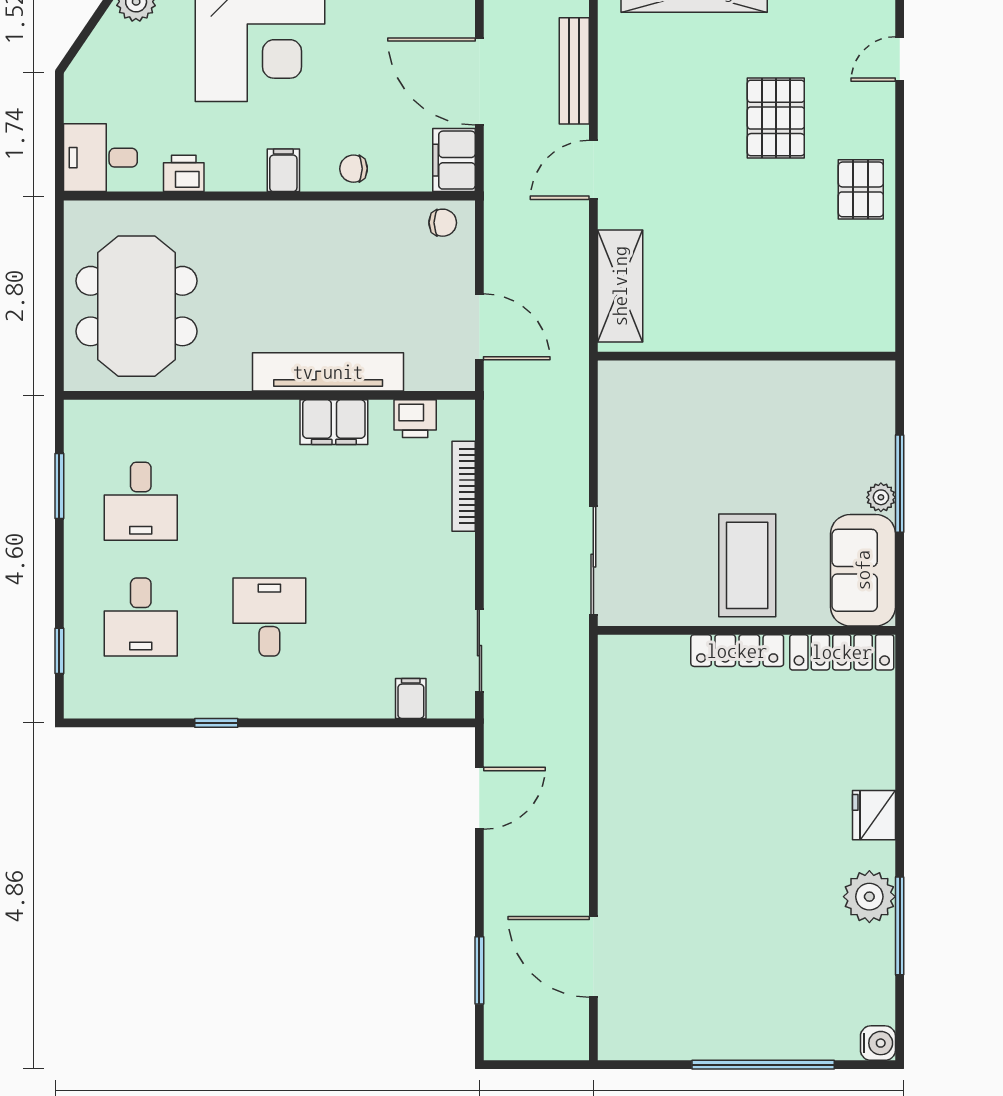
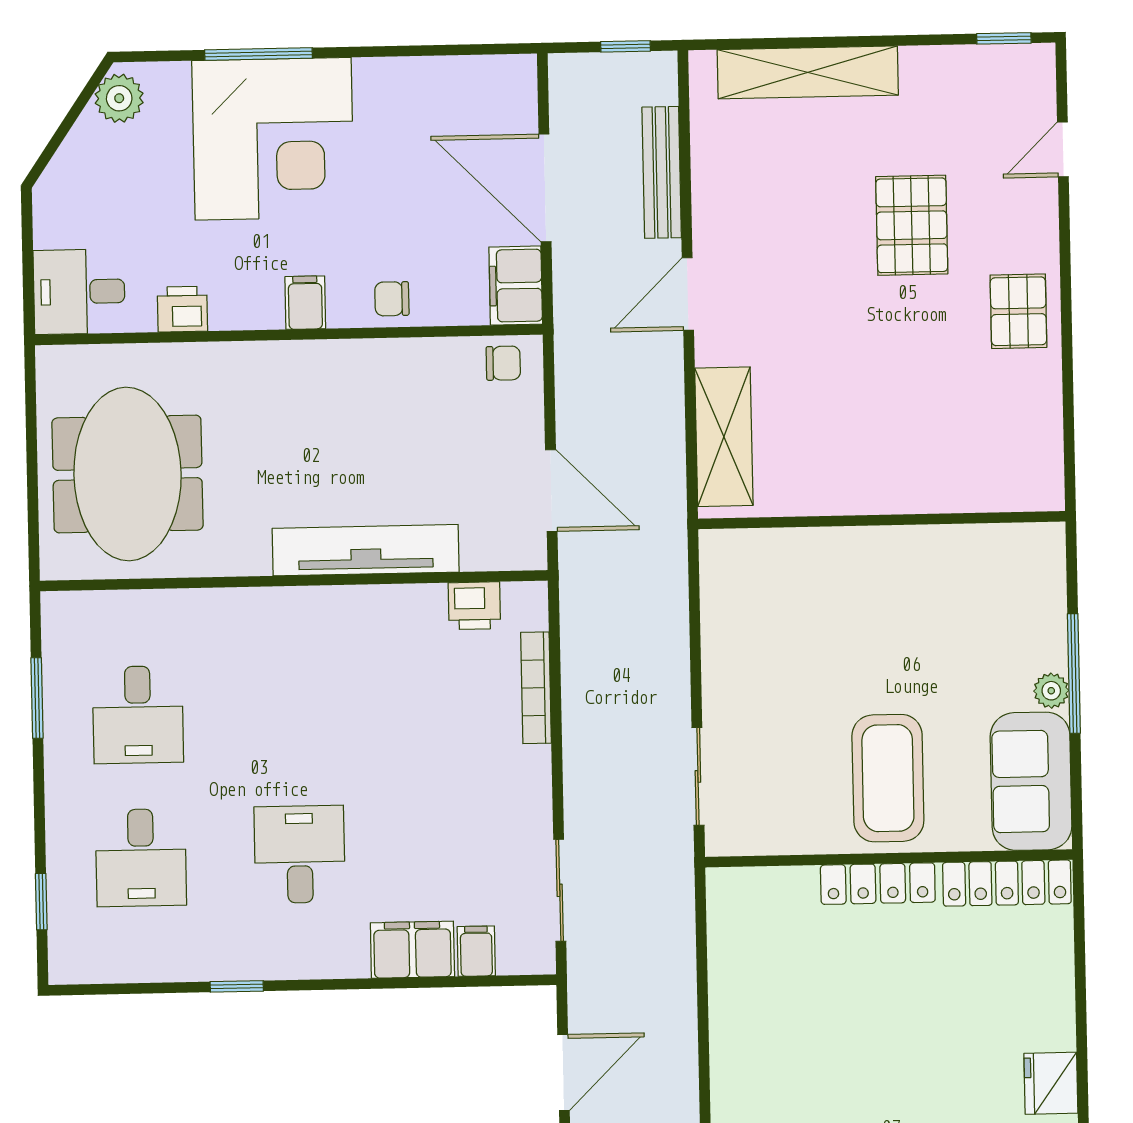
filing cabinet: (334, 422) -> (412, 950), moved, turned 180
sliding door: (593, 561) -> (698, 776), width x0.73

